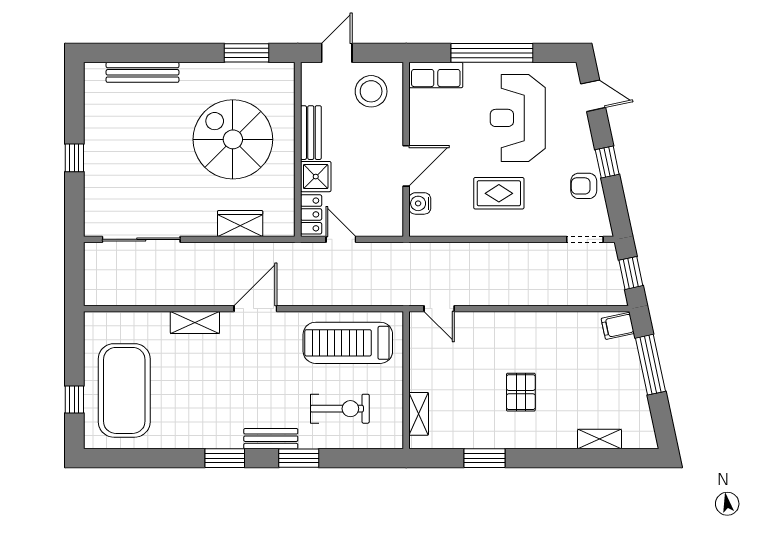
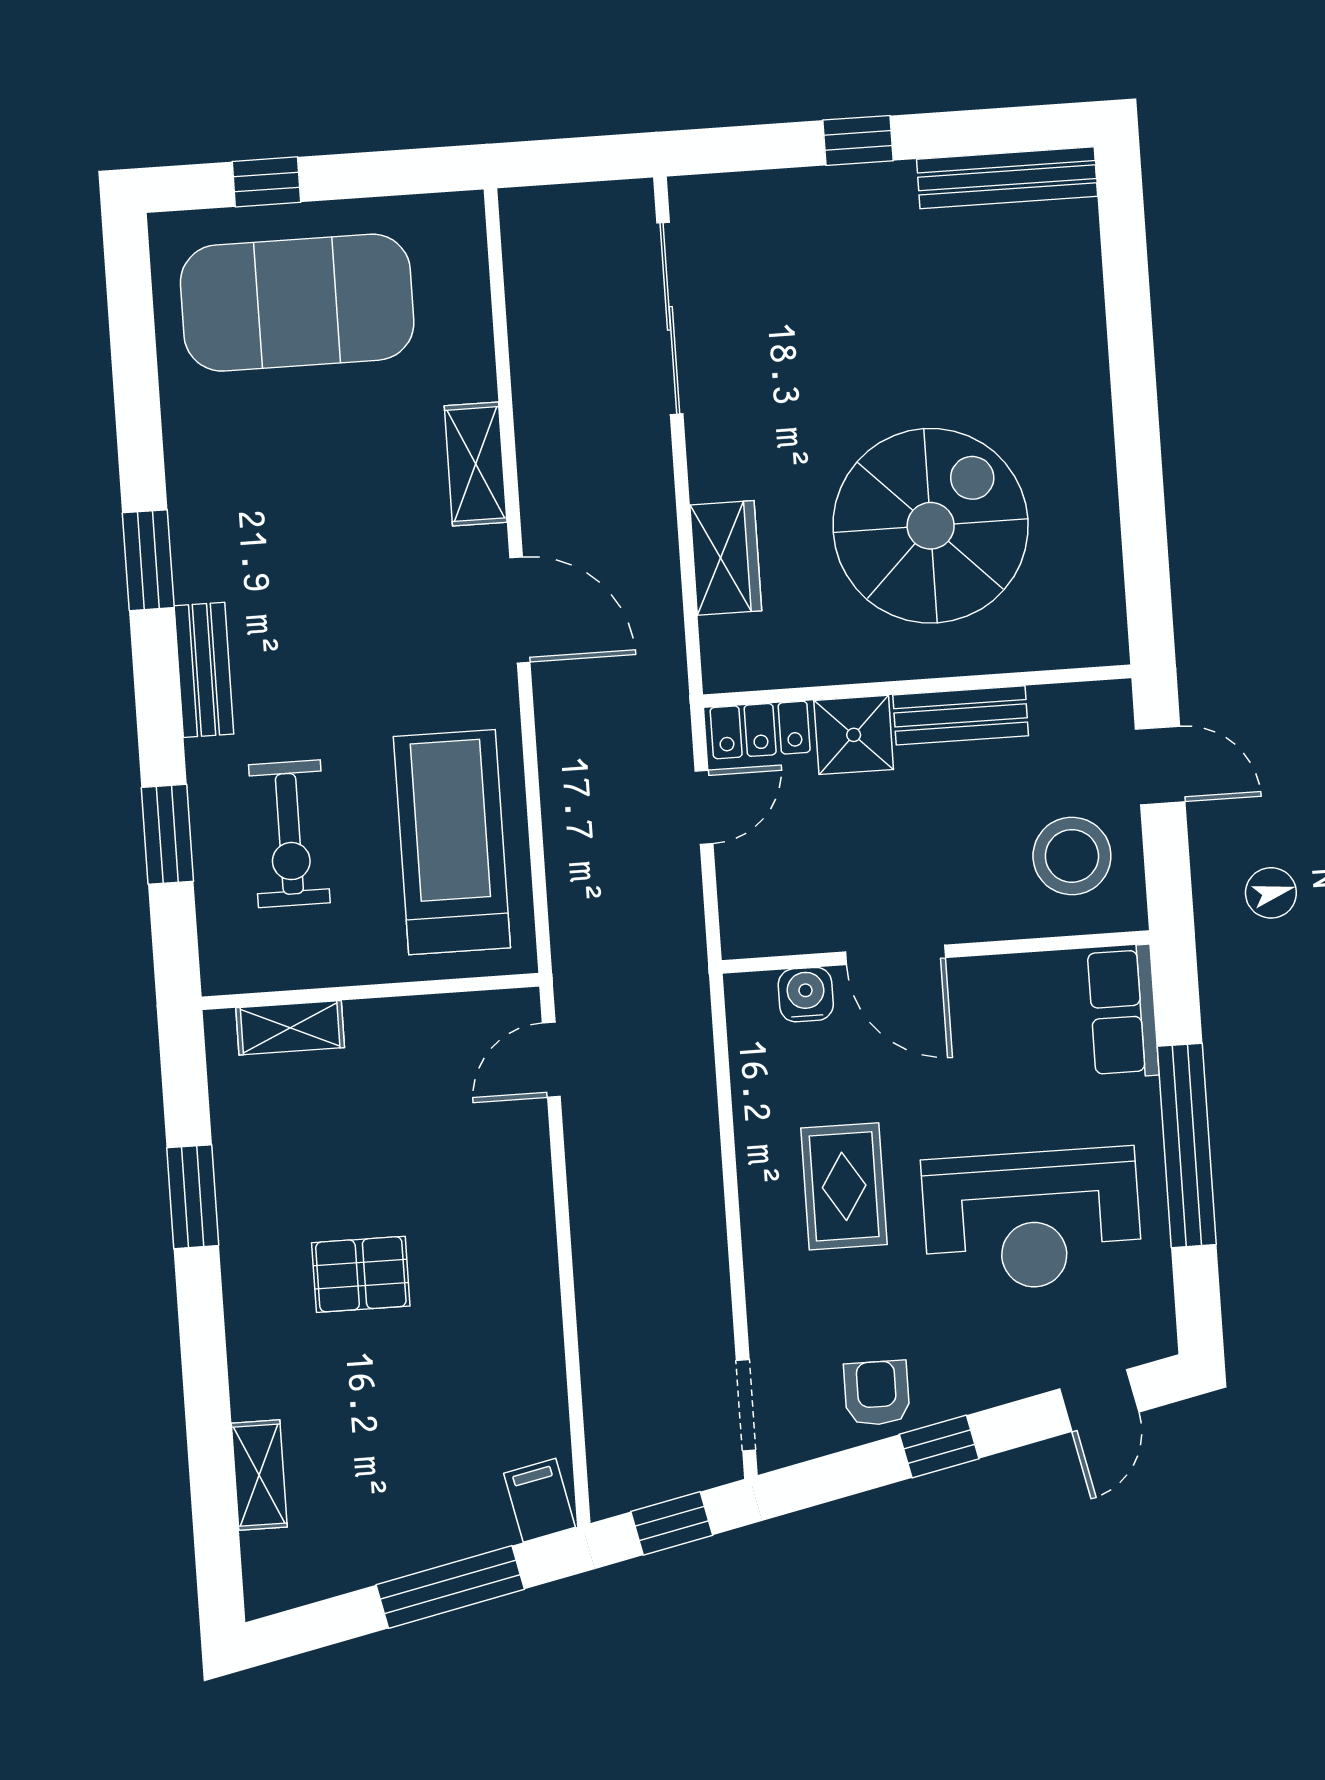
window: (246, 53) -> (1145, 544), removed
bench: (142, 72) -> (1007, 178), moved, turned 90
reception desk: (518, 118) -> (1032, 1220), turned 180
window: (299, 458) -> (167, 834), moved

